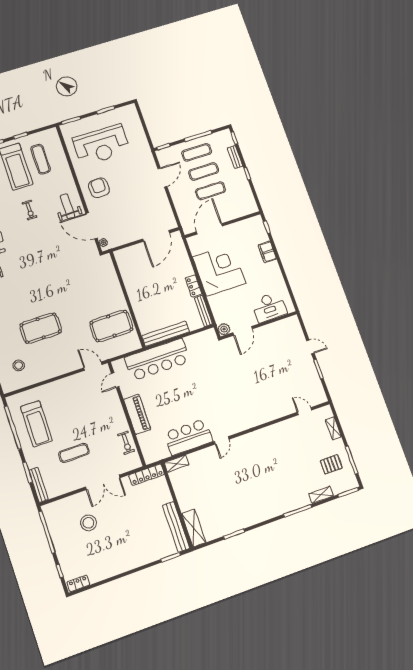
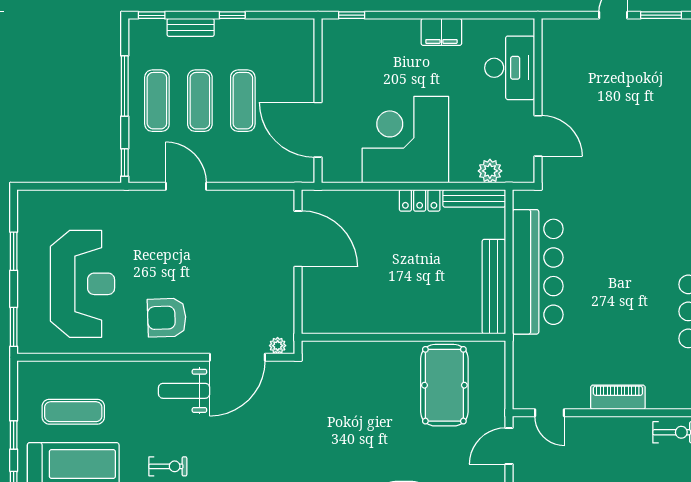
filing cabinet: (267, 252) -> (441, 32), moved
plant: (224, 329) -> (490, 171), moved
bar counter: (157, 360) -> (538, 272), moved
piano: (137, 414) -> (618, 397), width x0.73, depth x0.75

